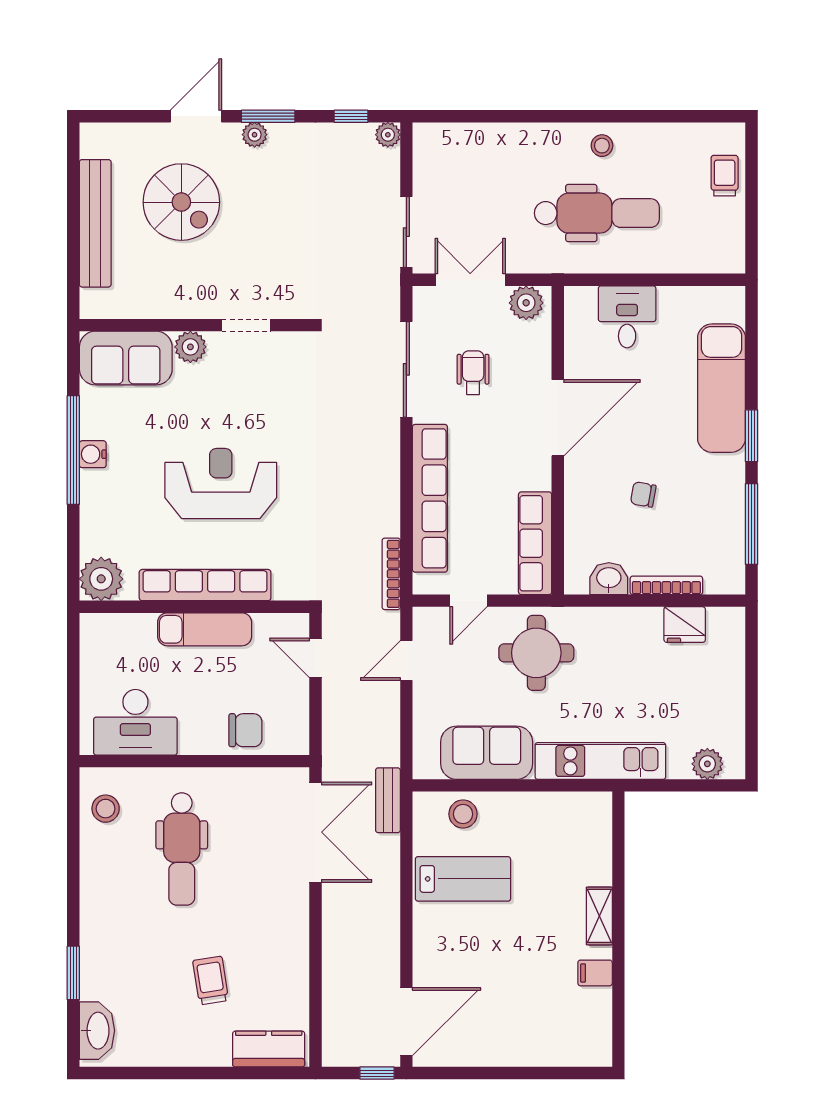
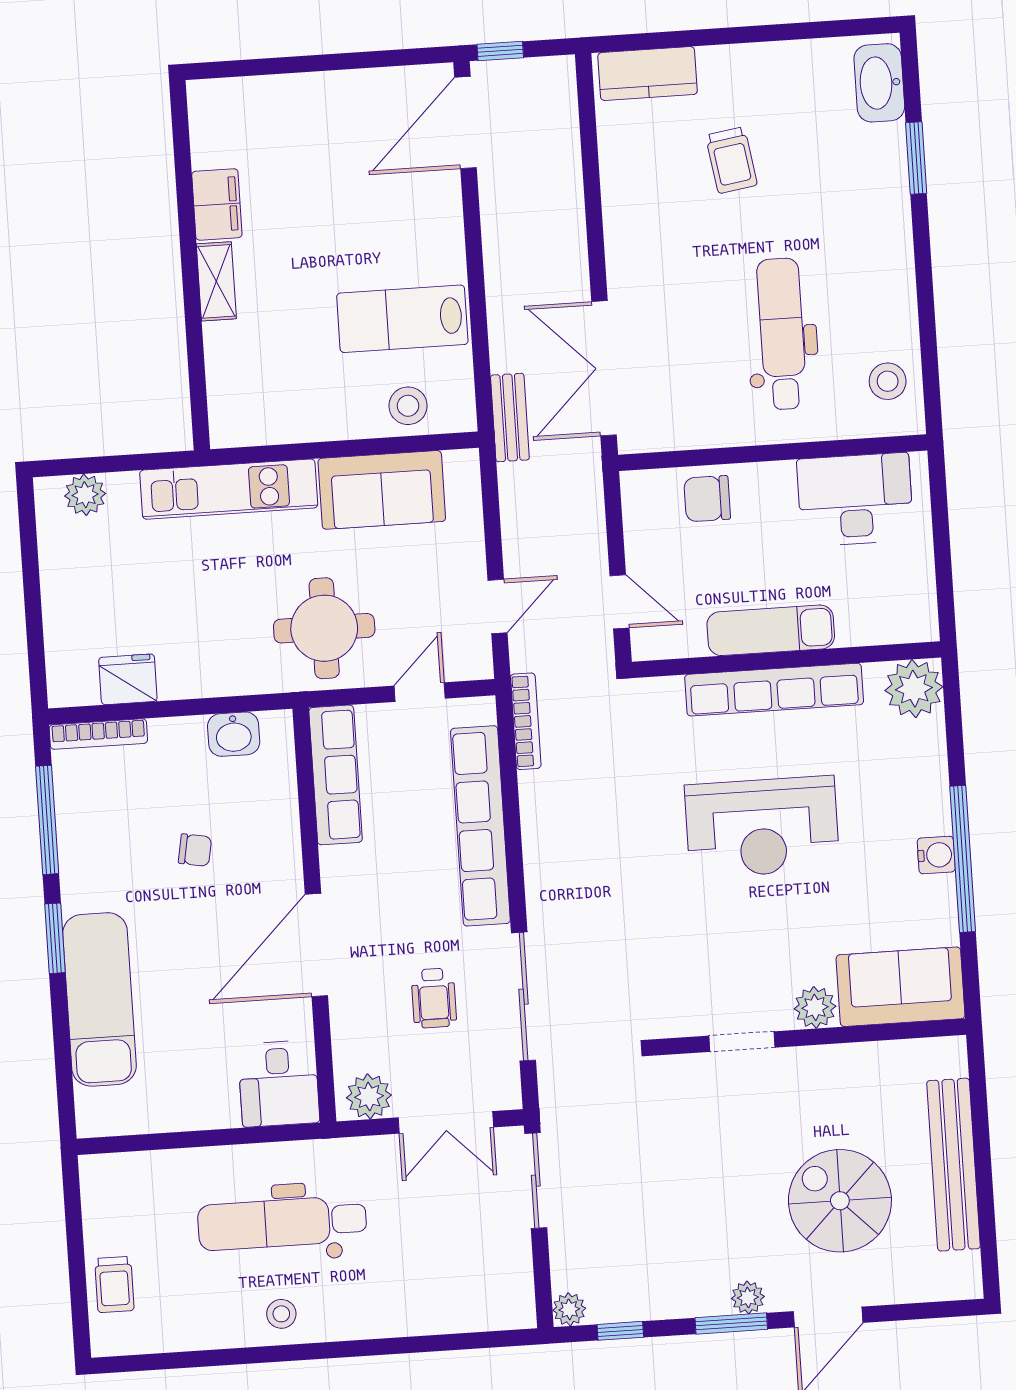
desk: (627, 317) -> (279, 1084), moved
bookcase: (666, 585) -> (98, 734), moved
filing cabinet: (595, 973) -> (217, 204), width x2.00

